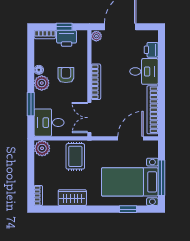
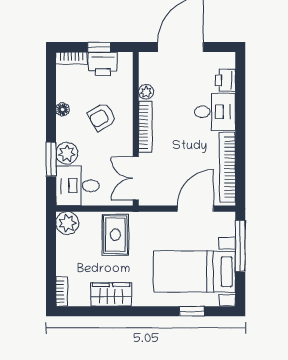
plant: (96, 36) -> (146, 92), moved
armchair: (66, 75) -> (102, 117), turned -120
plant: (42, 83) -> (67, 153), moved
window: (161, 178) -> (240, 246), moved

